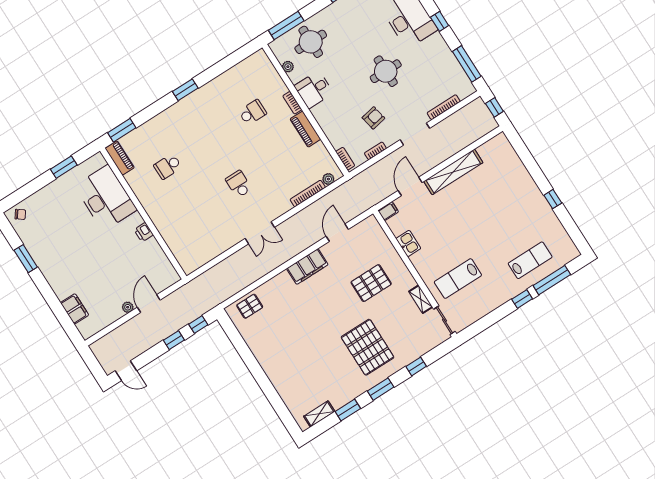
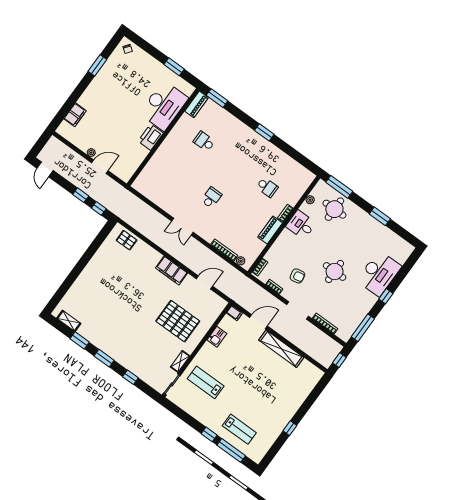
printer: (144, 232) -> (151, 137), width x1.87, depth x1.48
pallet: (371, 283) -> (178, 321), width x1.37, depth x1.41
pallet: (368, 347) -> (131, 337), removed

